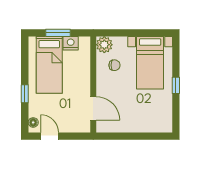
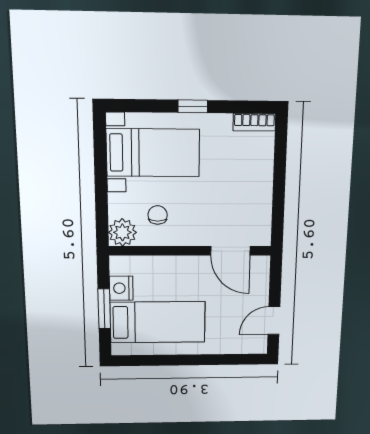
window: (25, 94) -> (205, 360), removed
door: (93, 108) -> (230, 251), swing flipped
bookcase: (168, 120) -> (254, 122), added
floor lamp: (33, 122) -> (251, 346), removed

